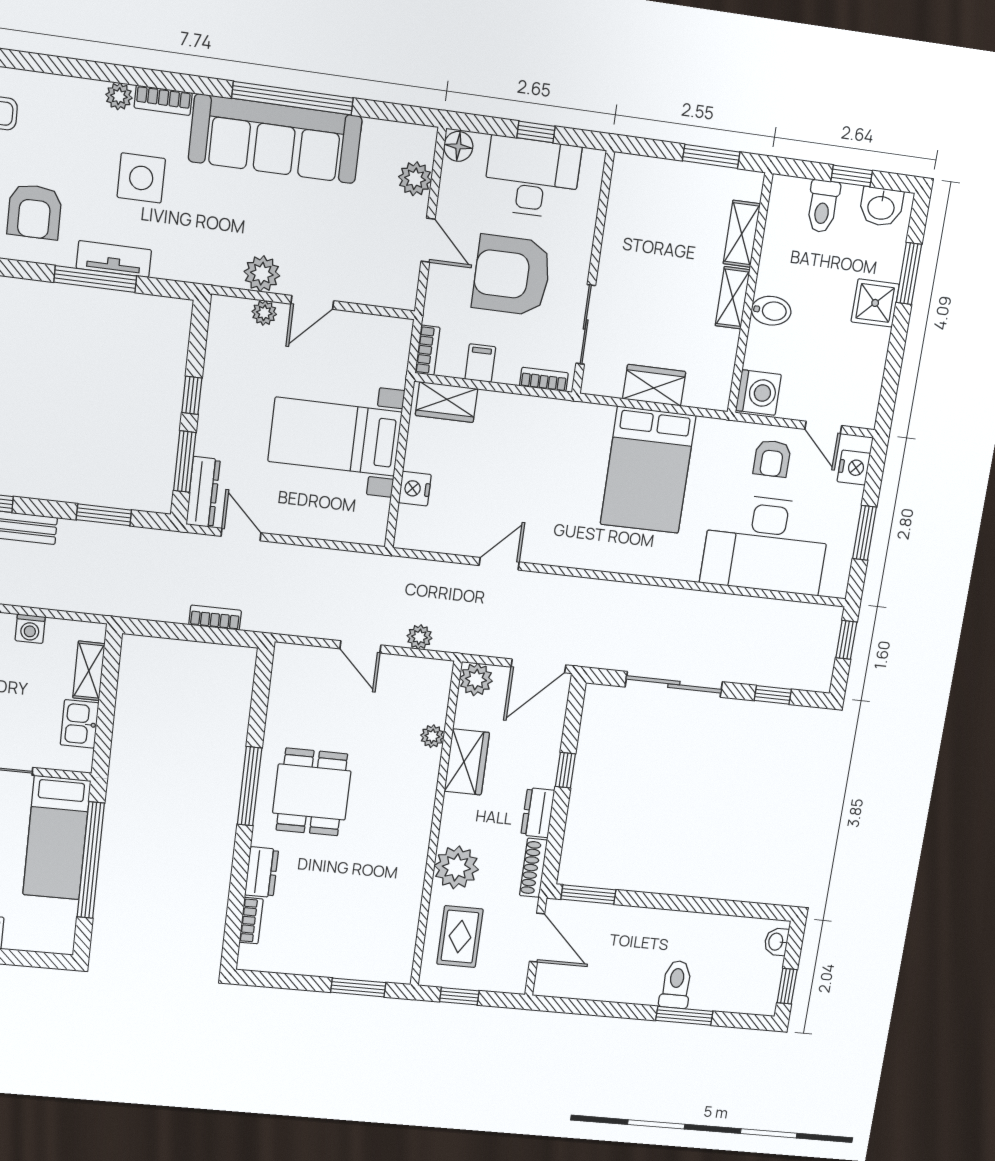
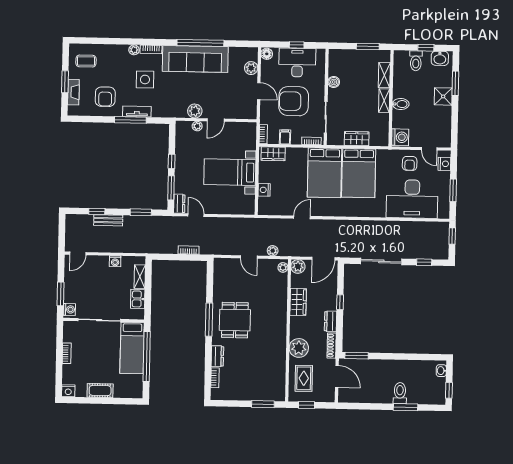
boiler: (616, 238) -> (334, 82), added
bed: (566, 461) -> (325, 173), added
dresser: (203, 492) -> (179, 204), width x0.70
plant: (432, 736) -> (283, 267), moved

